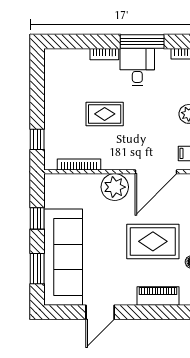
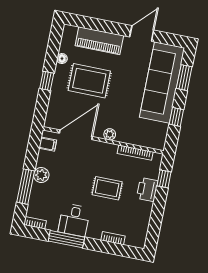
bookcase: (104, 54) -> (113, 238), moved
printer: (55, 122) -> (147, 189), added
plant: (115, 187) -> (110, 134), width x0.53, depth x0.53
piano: (158, 296) -> (99, 41), width x1.37, depth x1.33

